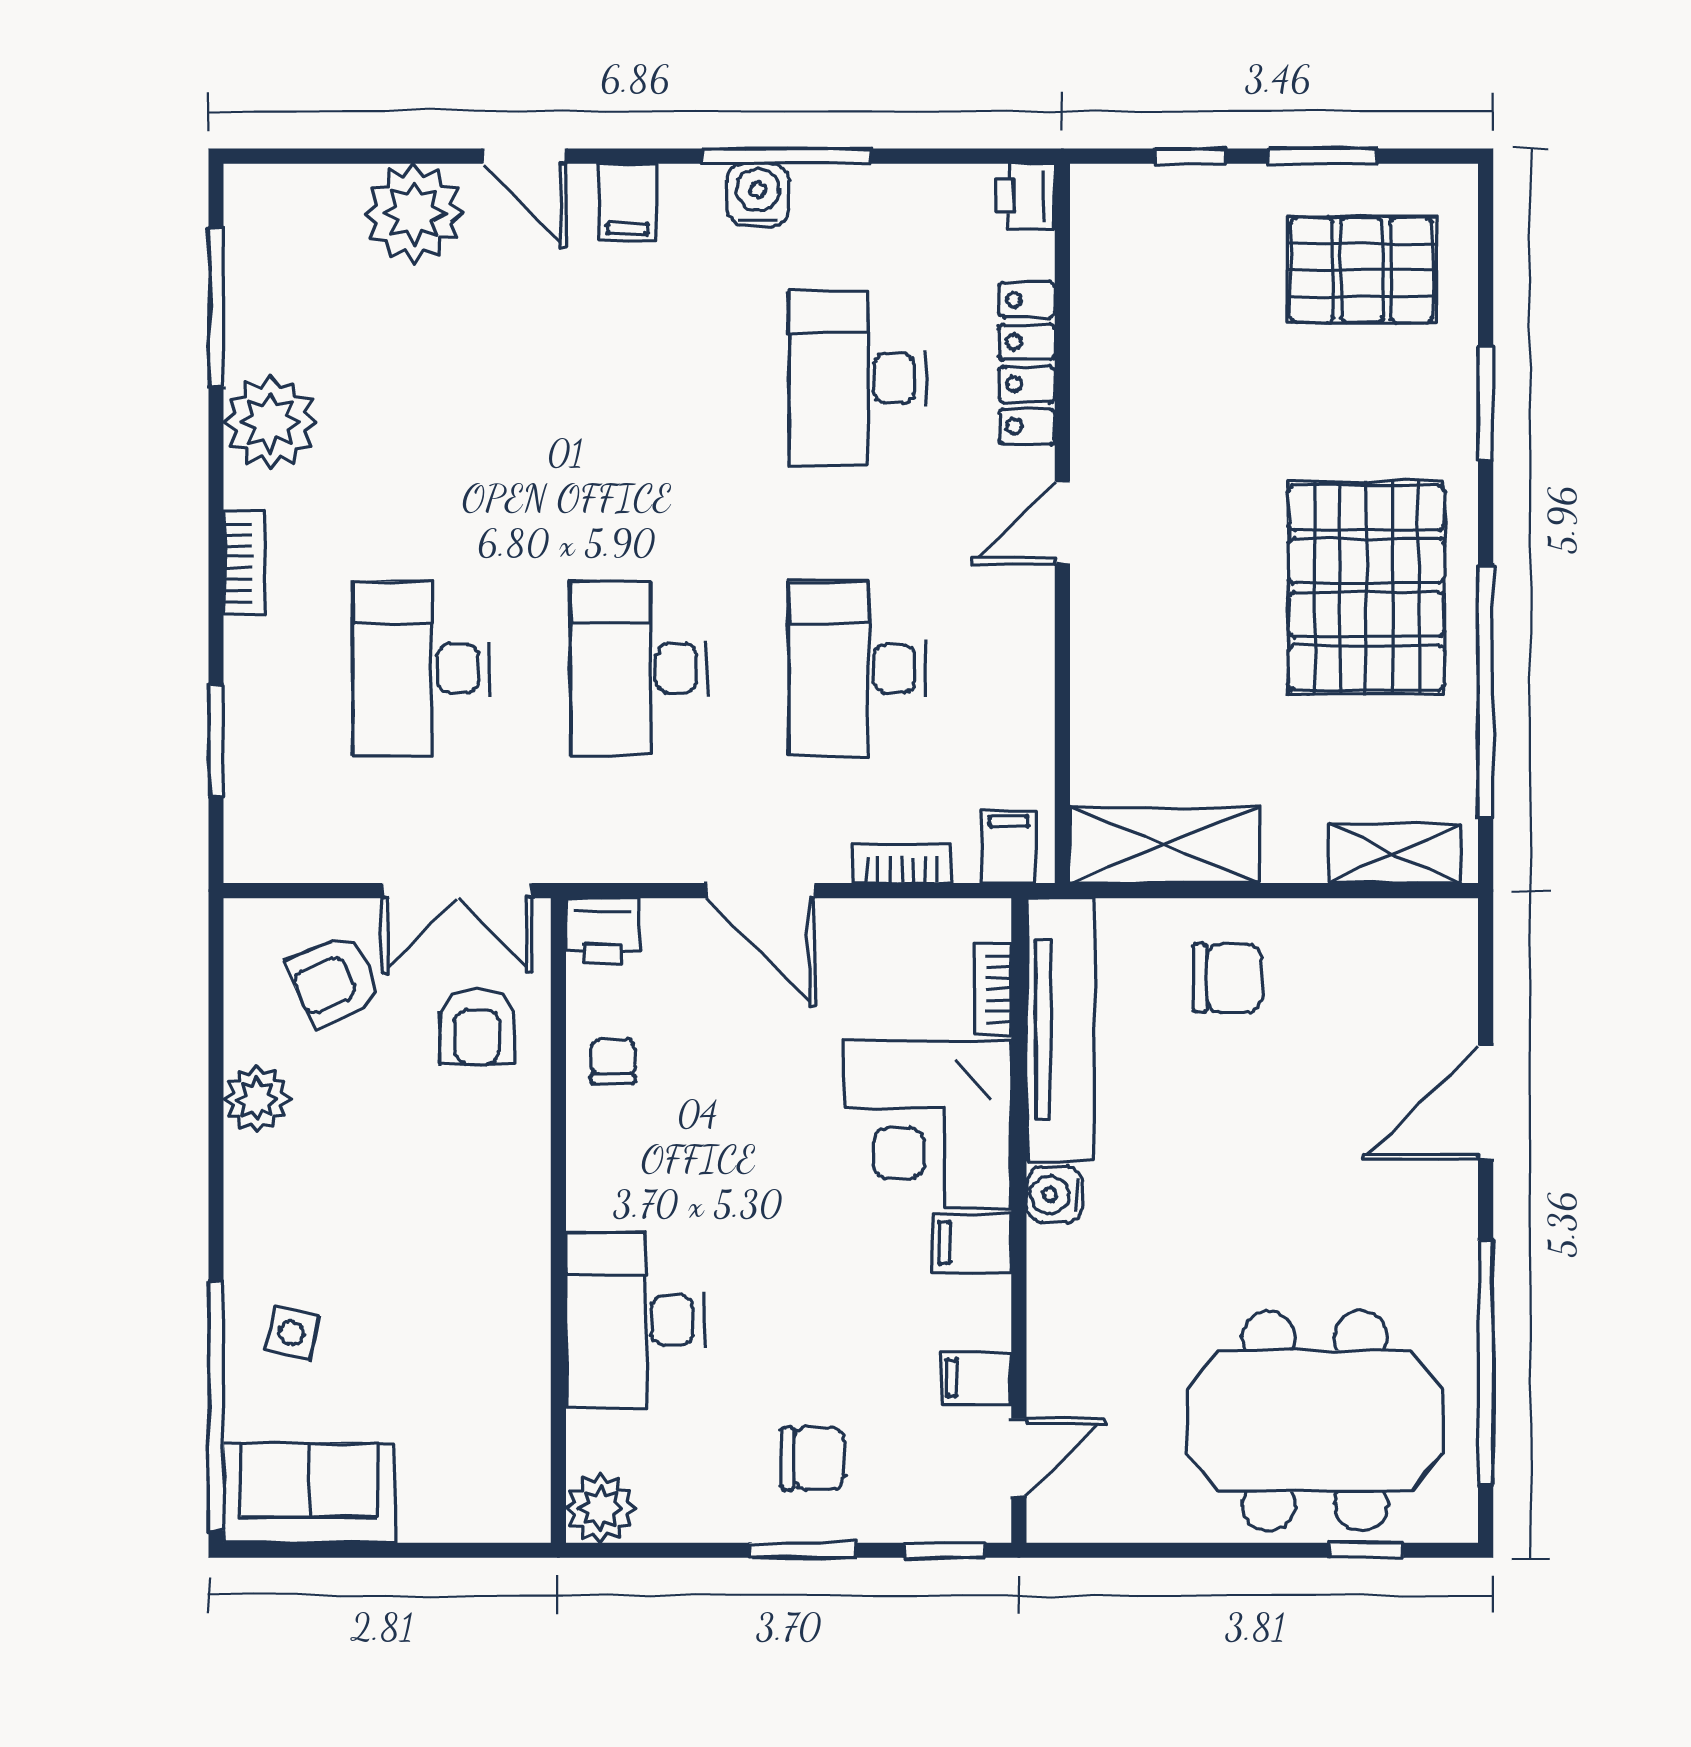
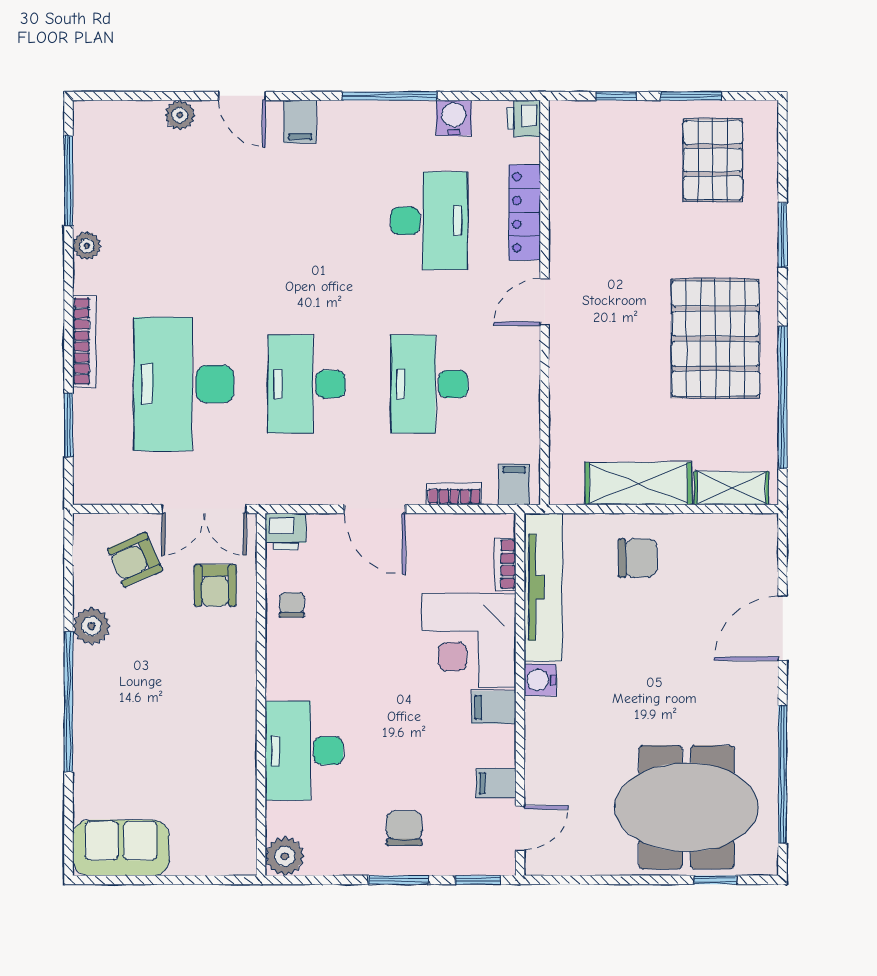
water cooler: (758, 195) -> (454, 118), moved
plant: (414, 213) -> (180, 115), width x0.53, depth x0.53
pallet: (1362, 270) -> (713, 160), turned 90
desk: (857, 378) -> (429, 221), turned 180
plant: (270, 422) -> (87, 246), width x0.53, depth x0.53
bookcase: (244, 563) -> (84, 341), width x1.56
desk: (421, 668) -> (184, 384), width x1.36, depth x1.30
shelving: (1164, 845) -> (638, 483), moved
side table: (292, 1333) -> (111, 758), removed
window: (216, 1406) -> (69, 702), moved
chair: (813, 1458) -> (404, 828), turned -90

